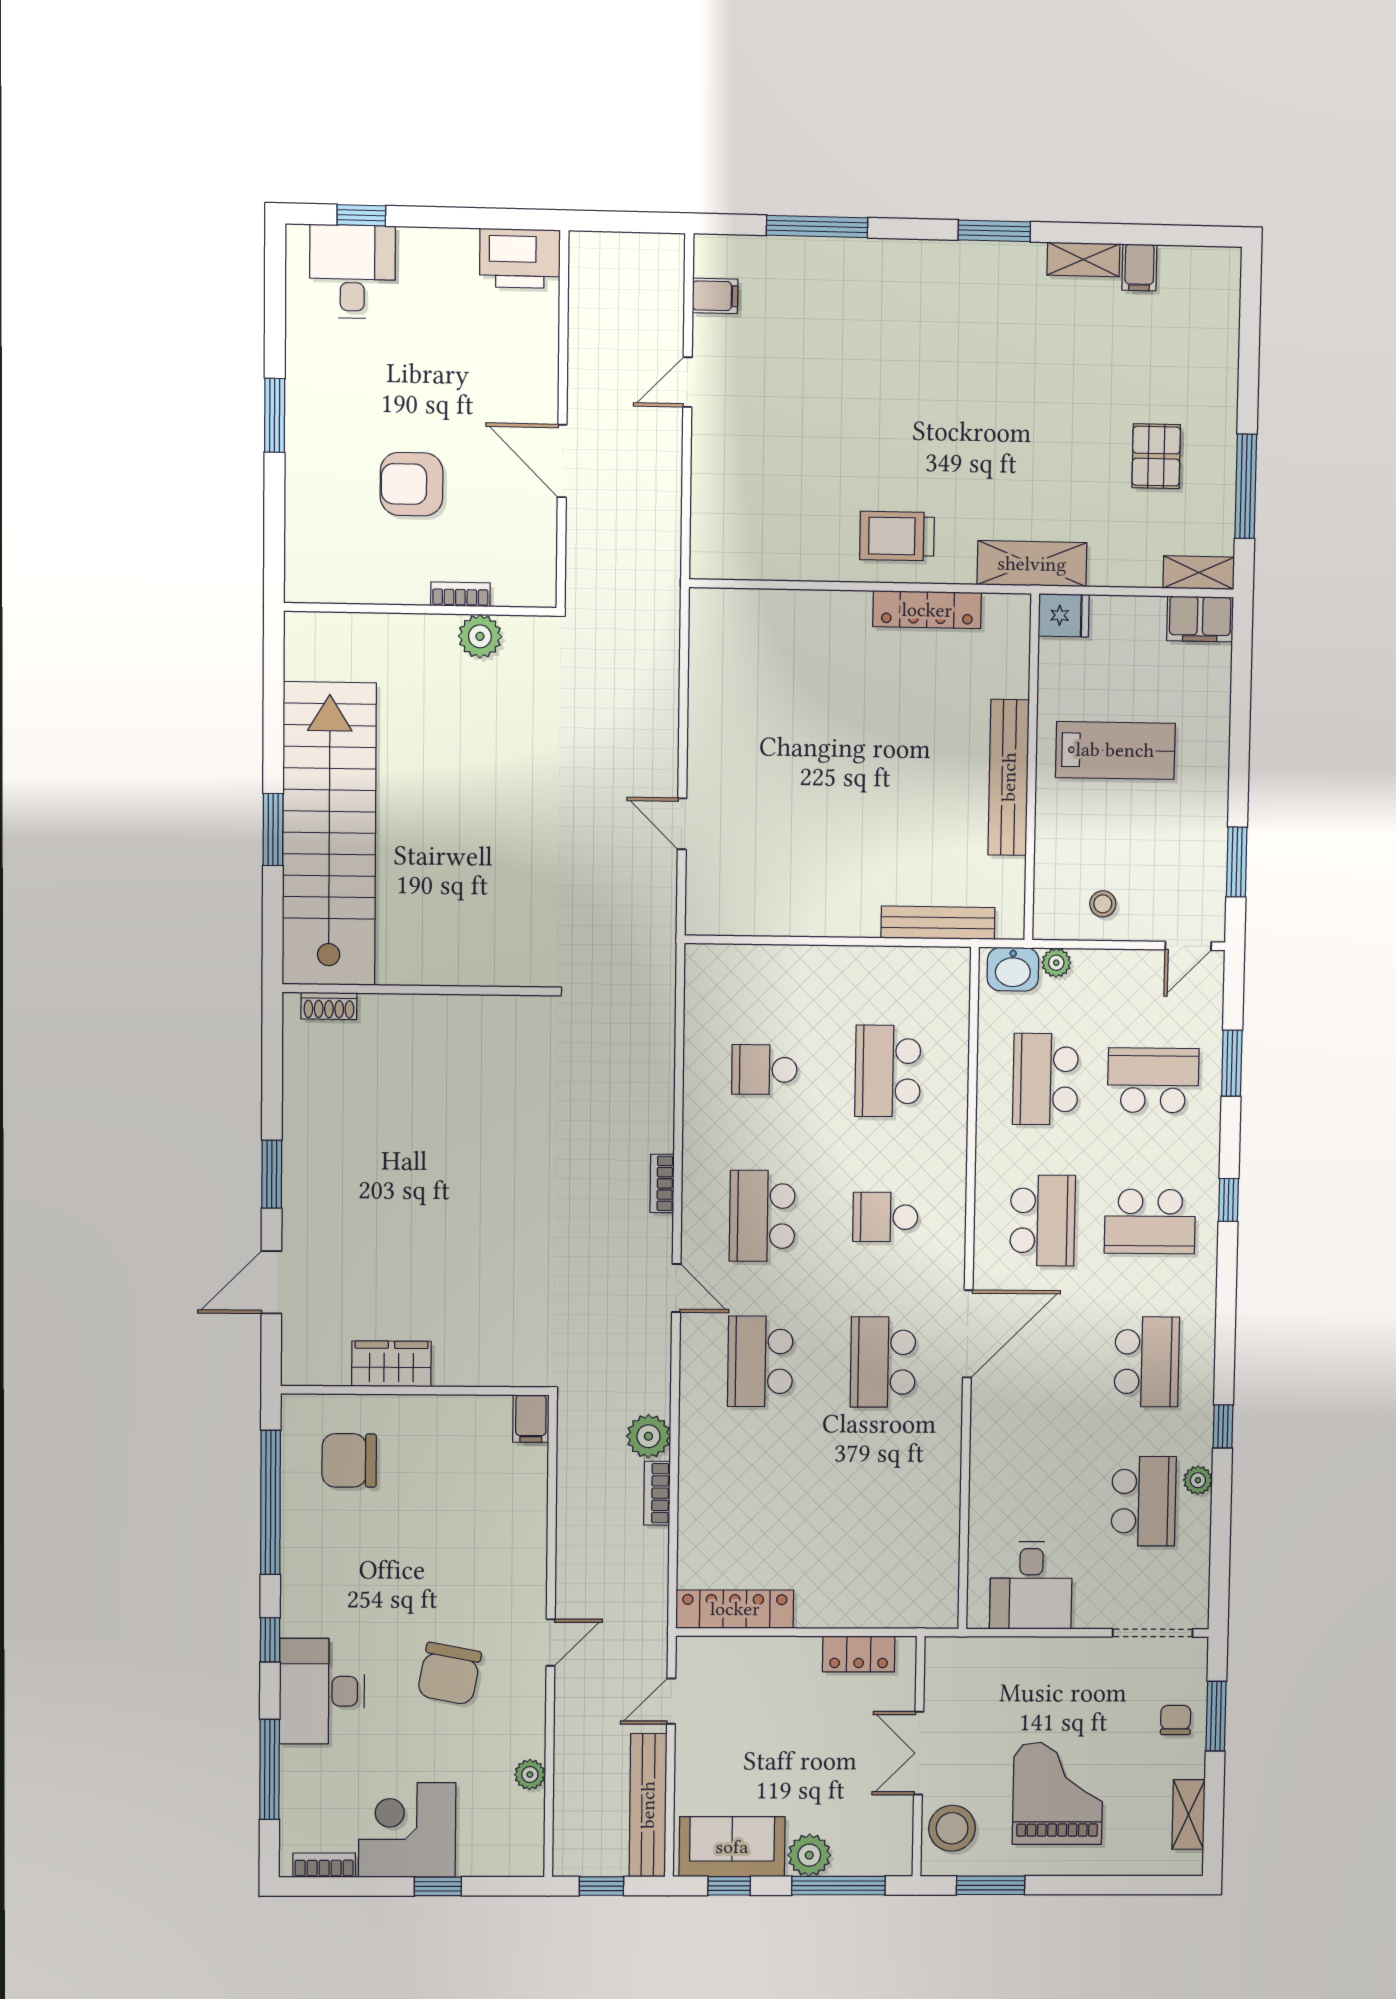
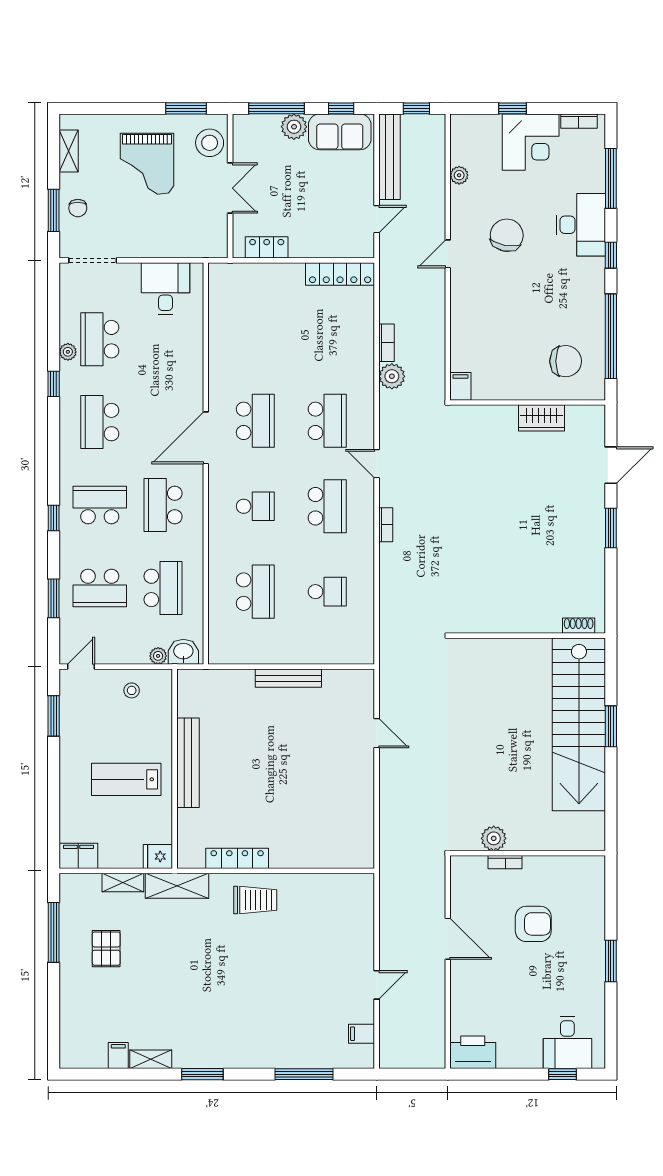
shelving: (1199, 573) -> (123, 882), moved
bench: (938, 923) -> (288, 678), moved

